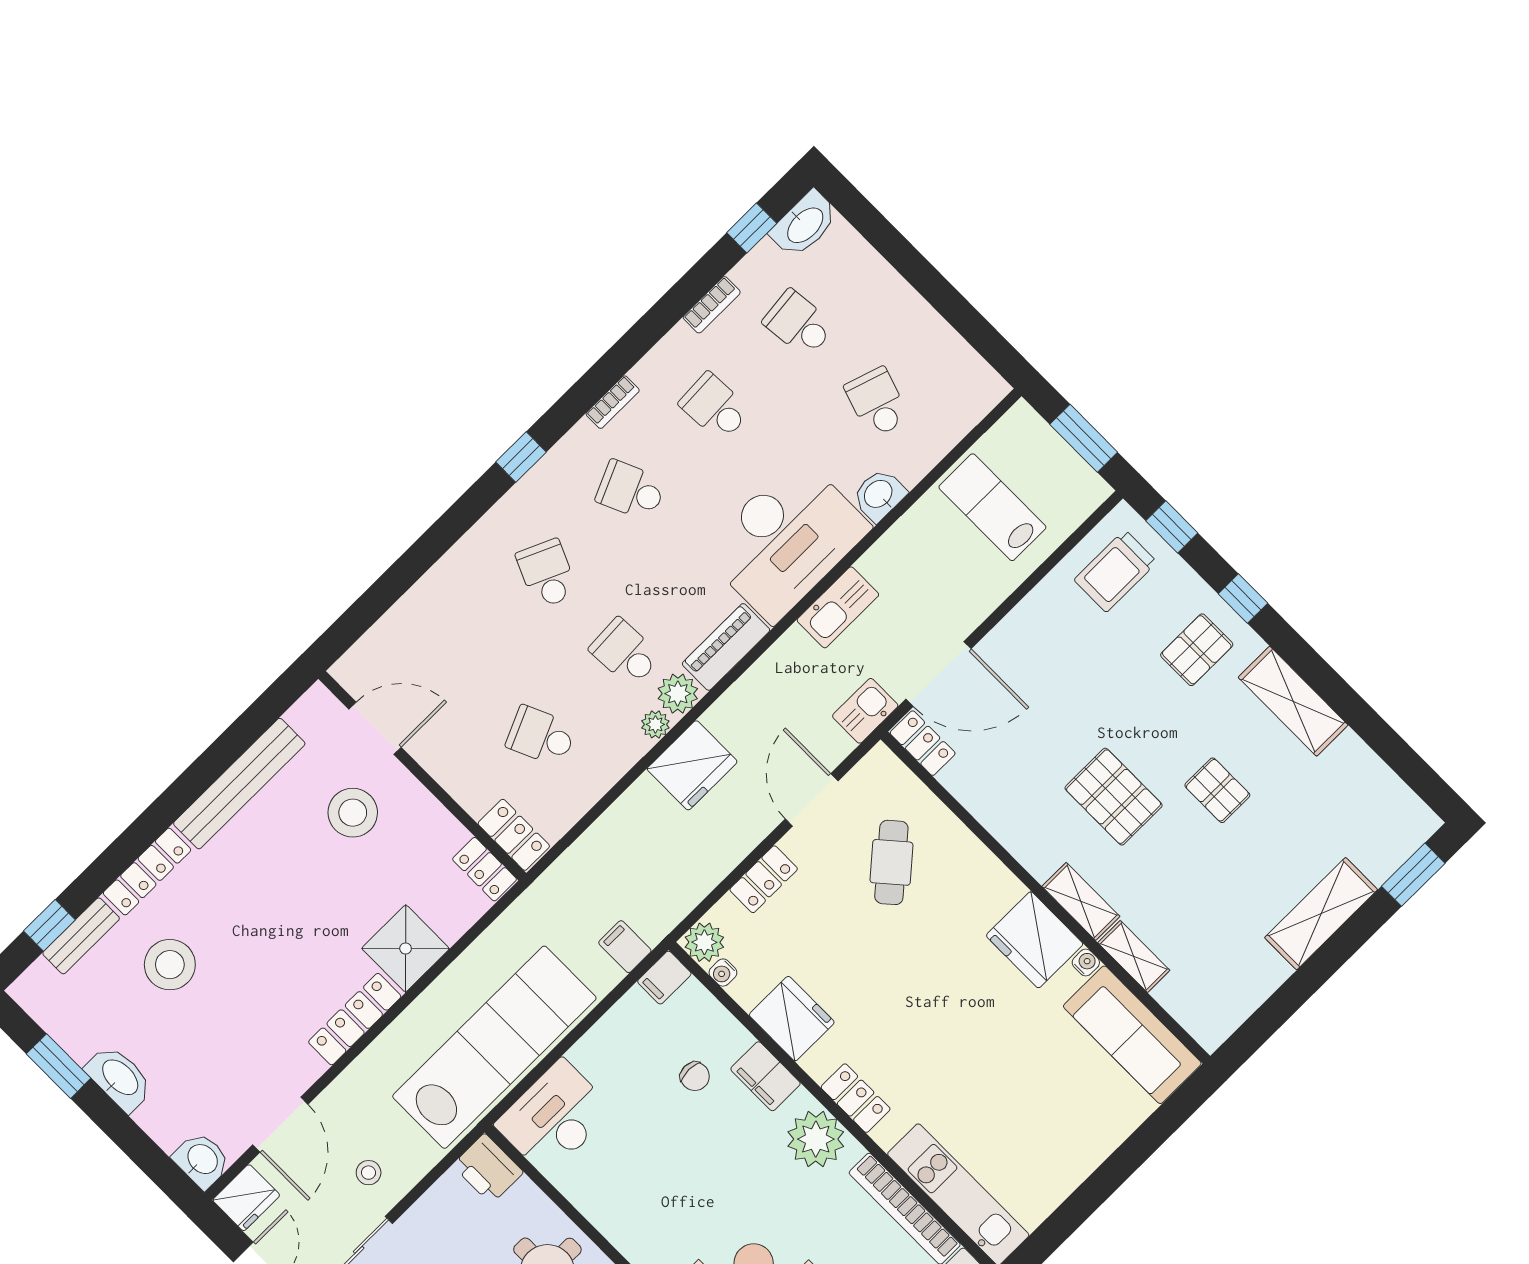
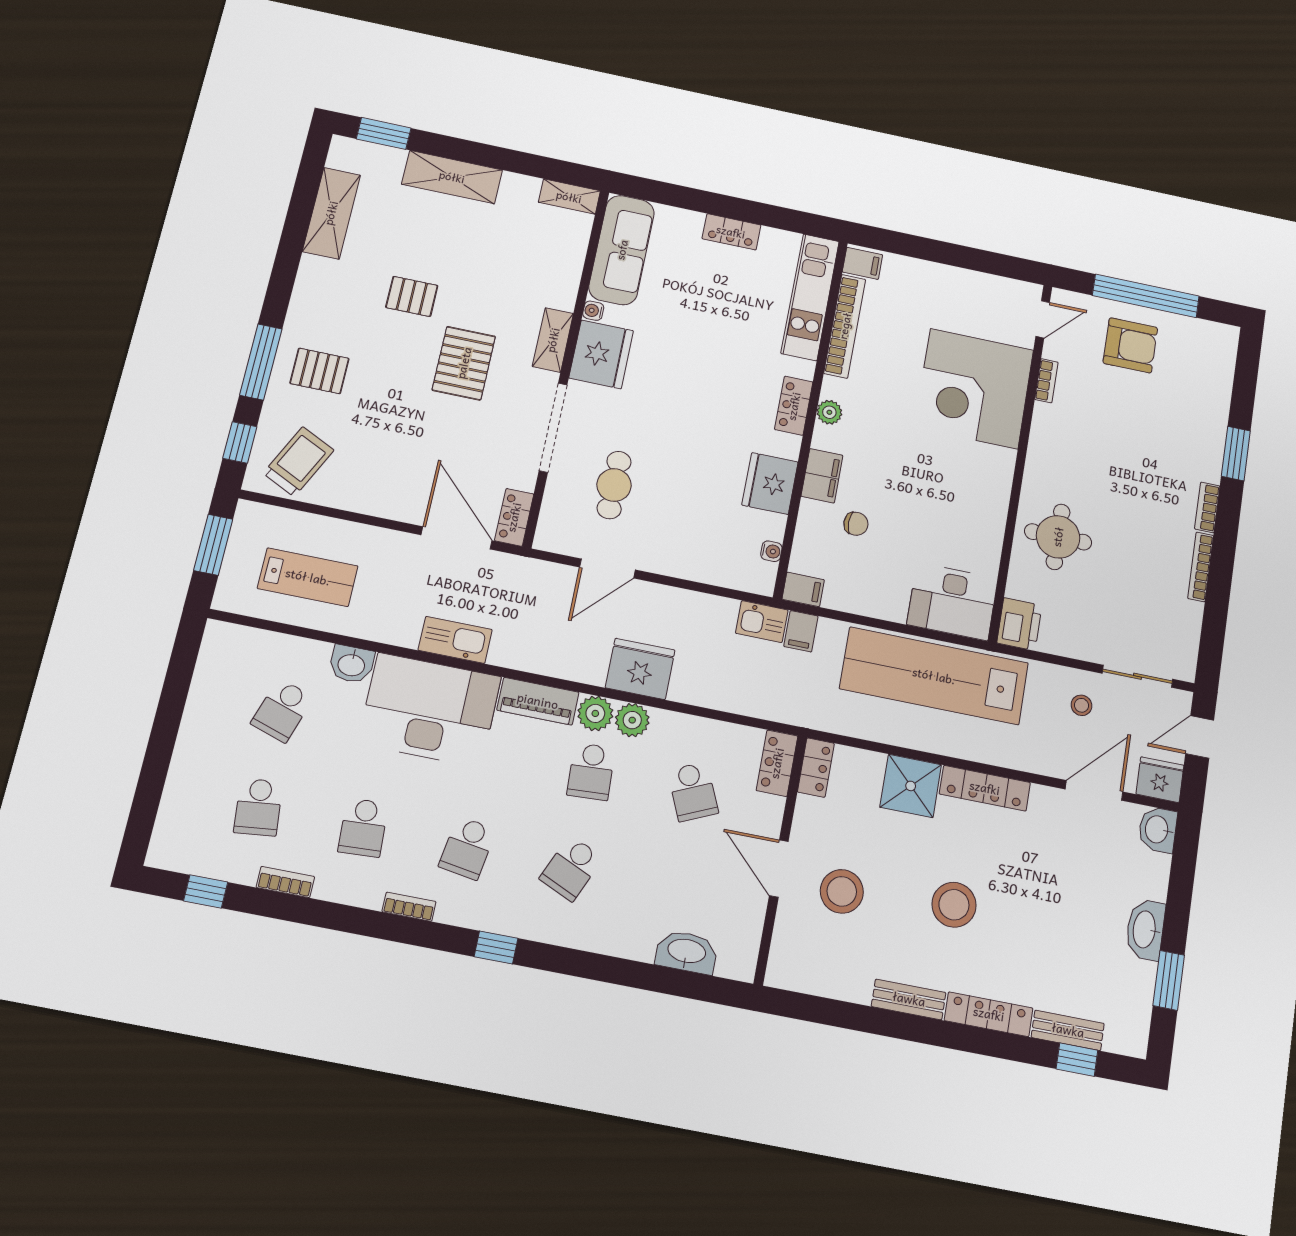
washbasin: (804, 224) -> (687, 952), moved
school desk: (631, 490) -> (467, 848), turned 33
lab bench: (992, 507) -> (308, 577), turned -90
trolley: (1115, 571) -> (298, 462), turned -64
window: (1243, 599) -> (261, 362), width x2.17
shelving: (1293, 701) -> (331, 213), moved
kitchen sink: (865, 711) -> (762, 622), moved
plant: (655, 724) -> (632, 720), width x1.38, depth x1.38
door: (375, 728) -> (779, 869), moved
bench: (239, 784) -> (909, 999), width x0.54, depth x0.82
pallet: (1217, 790) -> (412, 296), turned 90
doorway: (989, 841) -> (553, 428), added
cafe table: (891, 862) -> (614, 485), turned -49
locker: (764, 879) -> (731, 232), moved, turned 180
plant: (704, 942) -> (759, 578), removed
shelving: (1134, 957) -> (569, 197), moved, turned 90
stool: (170, 965) -> (954, 905), moved
chair: (695, 1076) -> (856, 524), turned 90
plant: (816, 1139) -> (829, 412), width x0.53, depth x0.53

